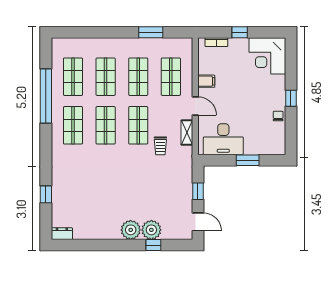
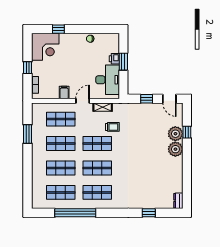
window: (291, 98) -> (58, 29), moved
printer: (251, 148) -> (114, 59), added
door: (198, 222) -> (169, 99), swing flipped

